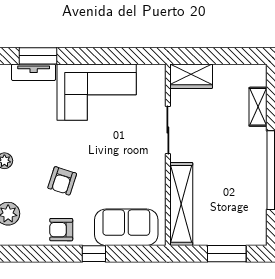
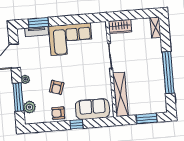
shelving: (258, 107) -> (155, 27), moved

